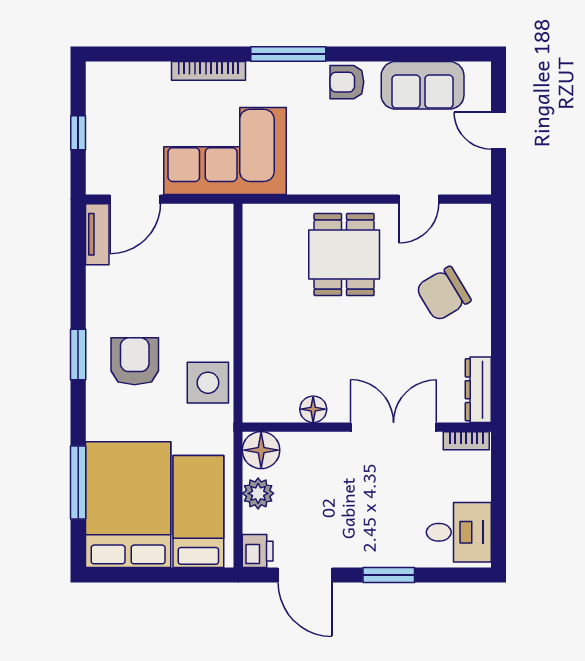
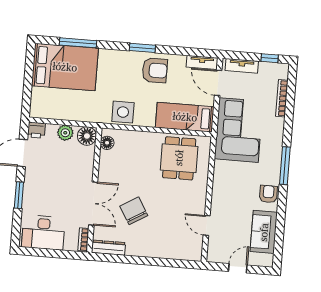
bookcase: (209, 71) -> (282, 98), moved
window: (78, 133) -> (270, 58), moved
tv unit: (98, 155) -> (242, 66), added
dining table: (344, 255) -> (179, 158), moved, turned 90
chair: (443, 294) -> (134, 211), moved
armchair: (135, 361) -> (155, 70), moved
floor lamp: (313, 409) -> (107, 143), moved
bed: (198, 511) -> (185, 117), moved, turned 180
desk: (459, 532) -> (43, 233), width x1.37

